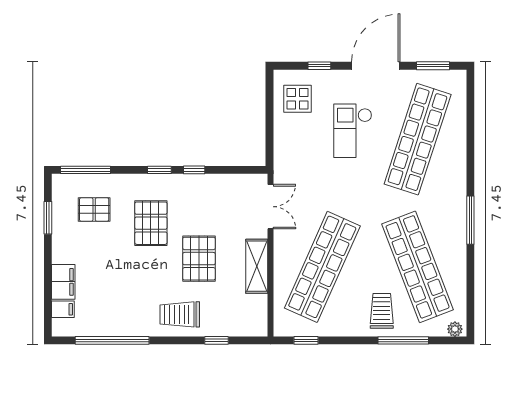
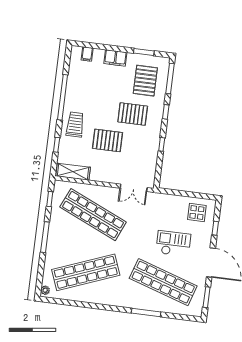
window: (159, 170) -> (166, 112), moved
pallet: (94, 210) -> (145, 81), width x1.50, depth x1.42
window: (470, 220) -> (146, 312), moved
shelving: (257, 266) -> (73, 172), moved
filing cabinet: (63, 282) -> (115, 58), moved
trolley: (382, 311) -> (62, 247), removed
window: (112, 340) -> (63, 97), moved
window: (403, 340) -> (45, 237), moved

